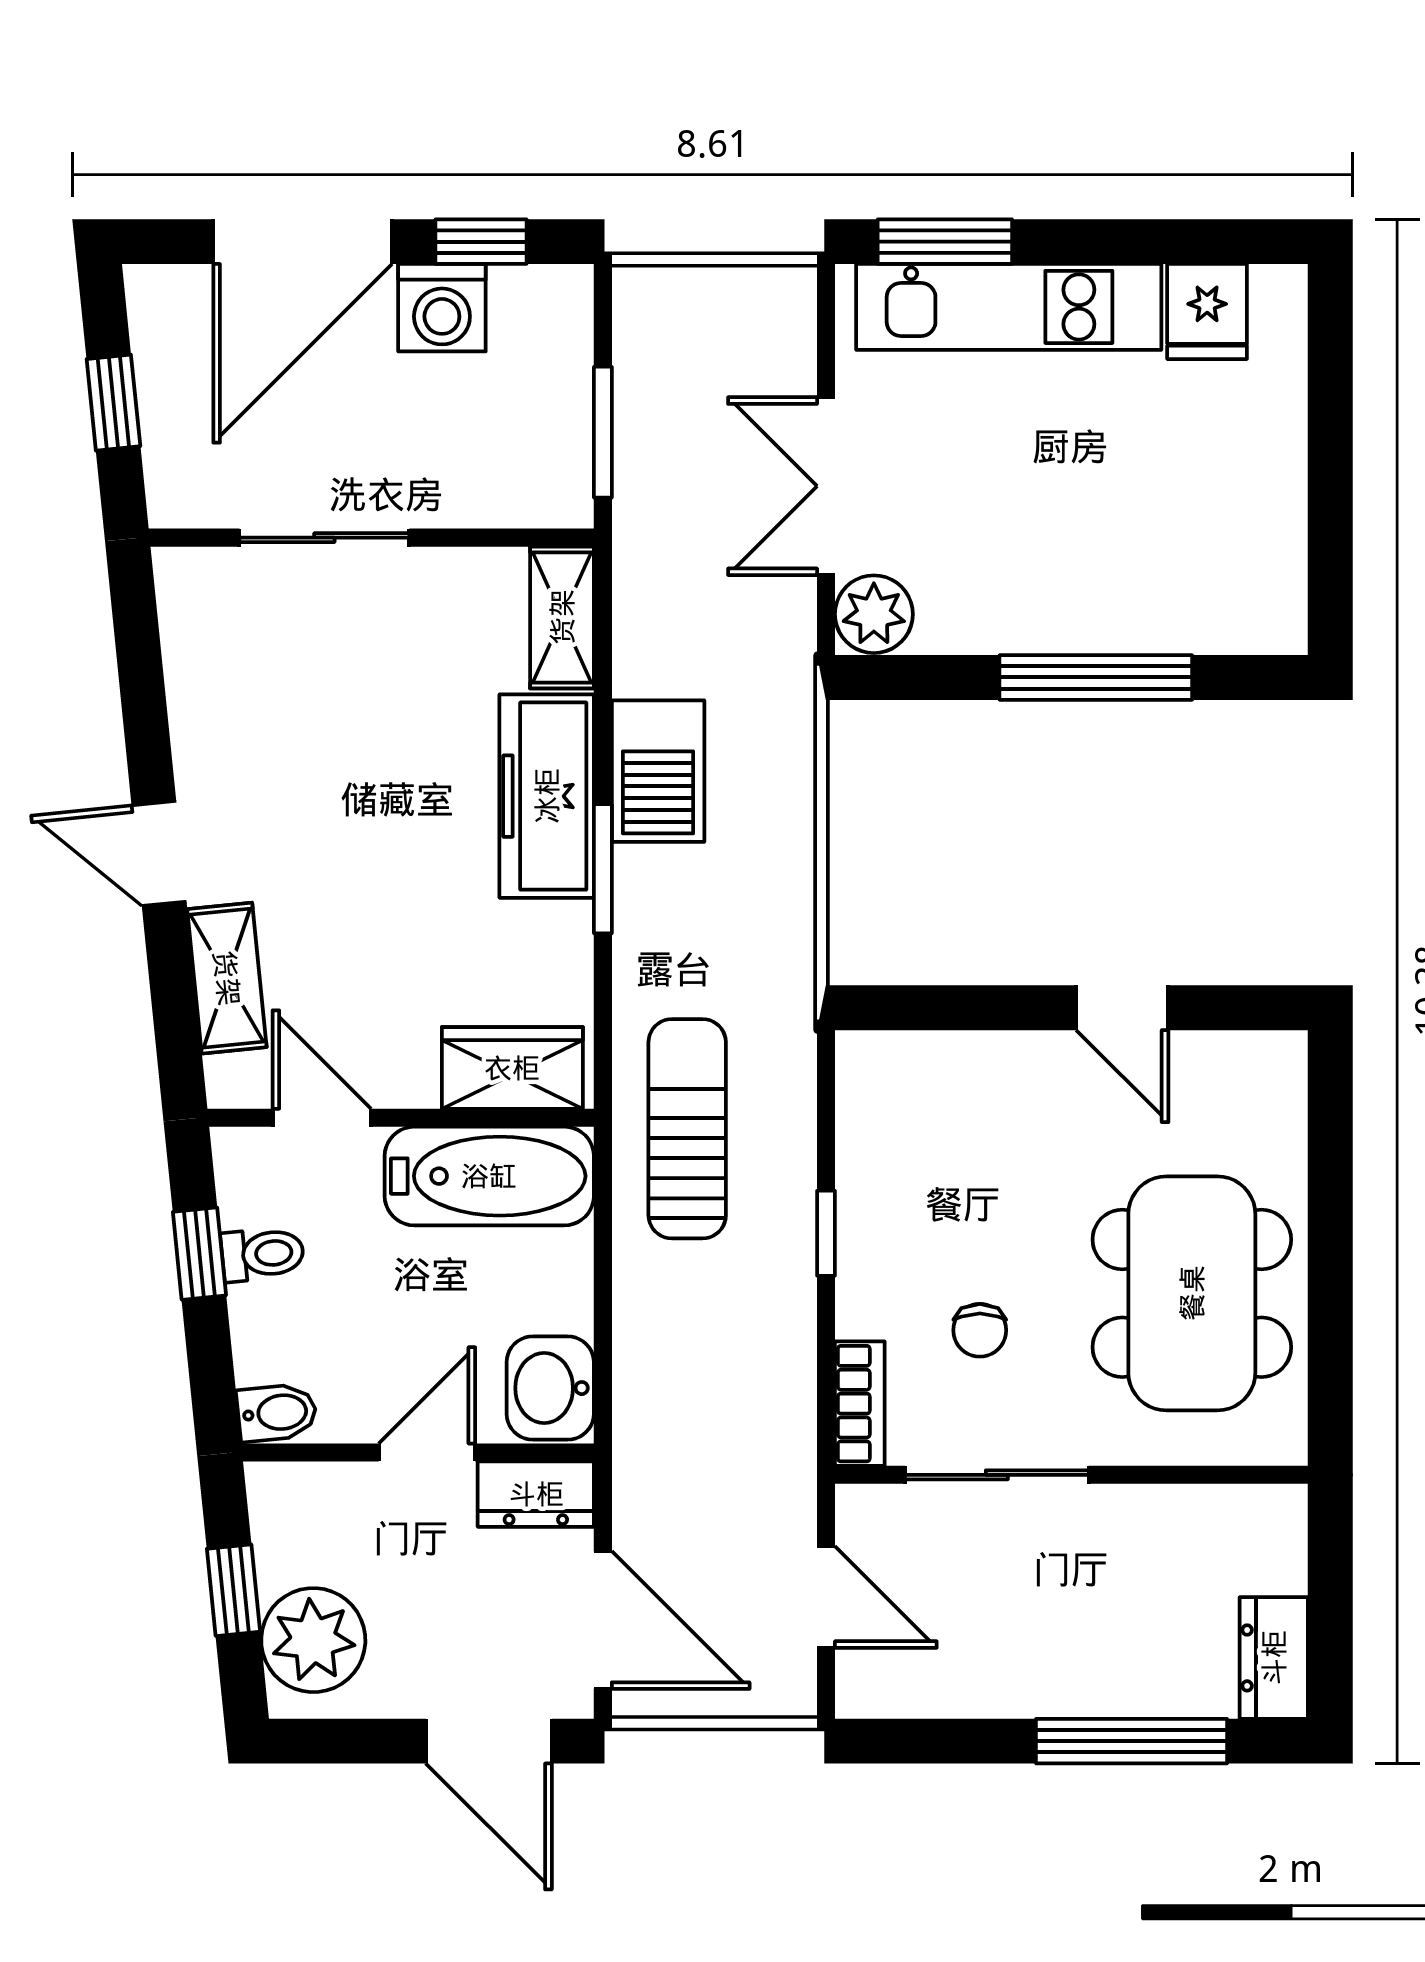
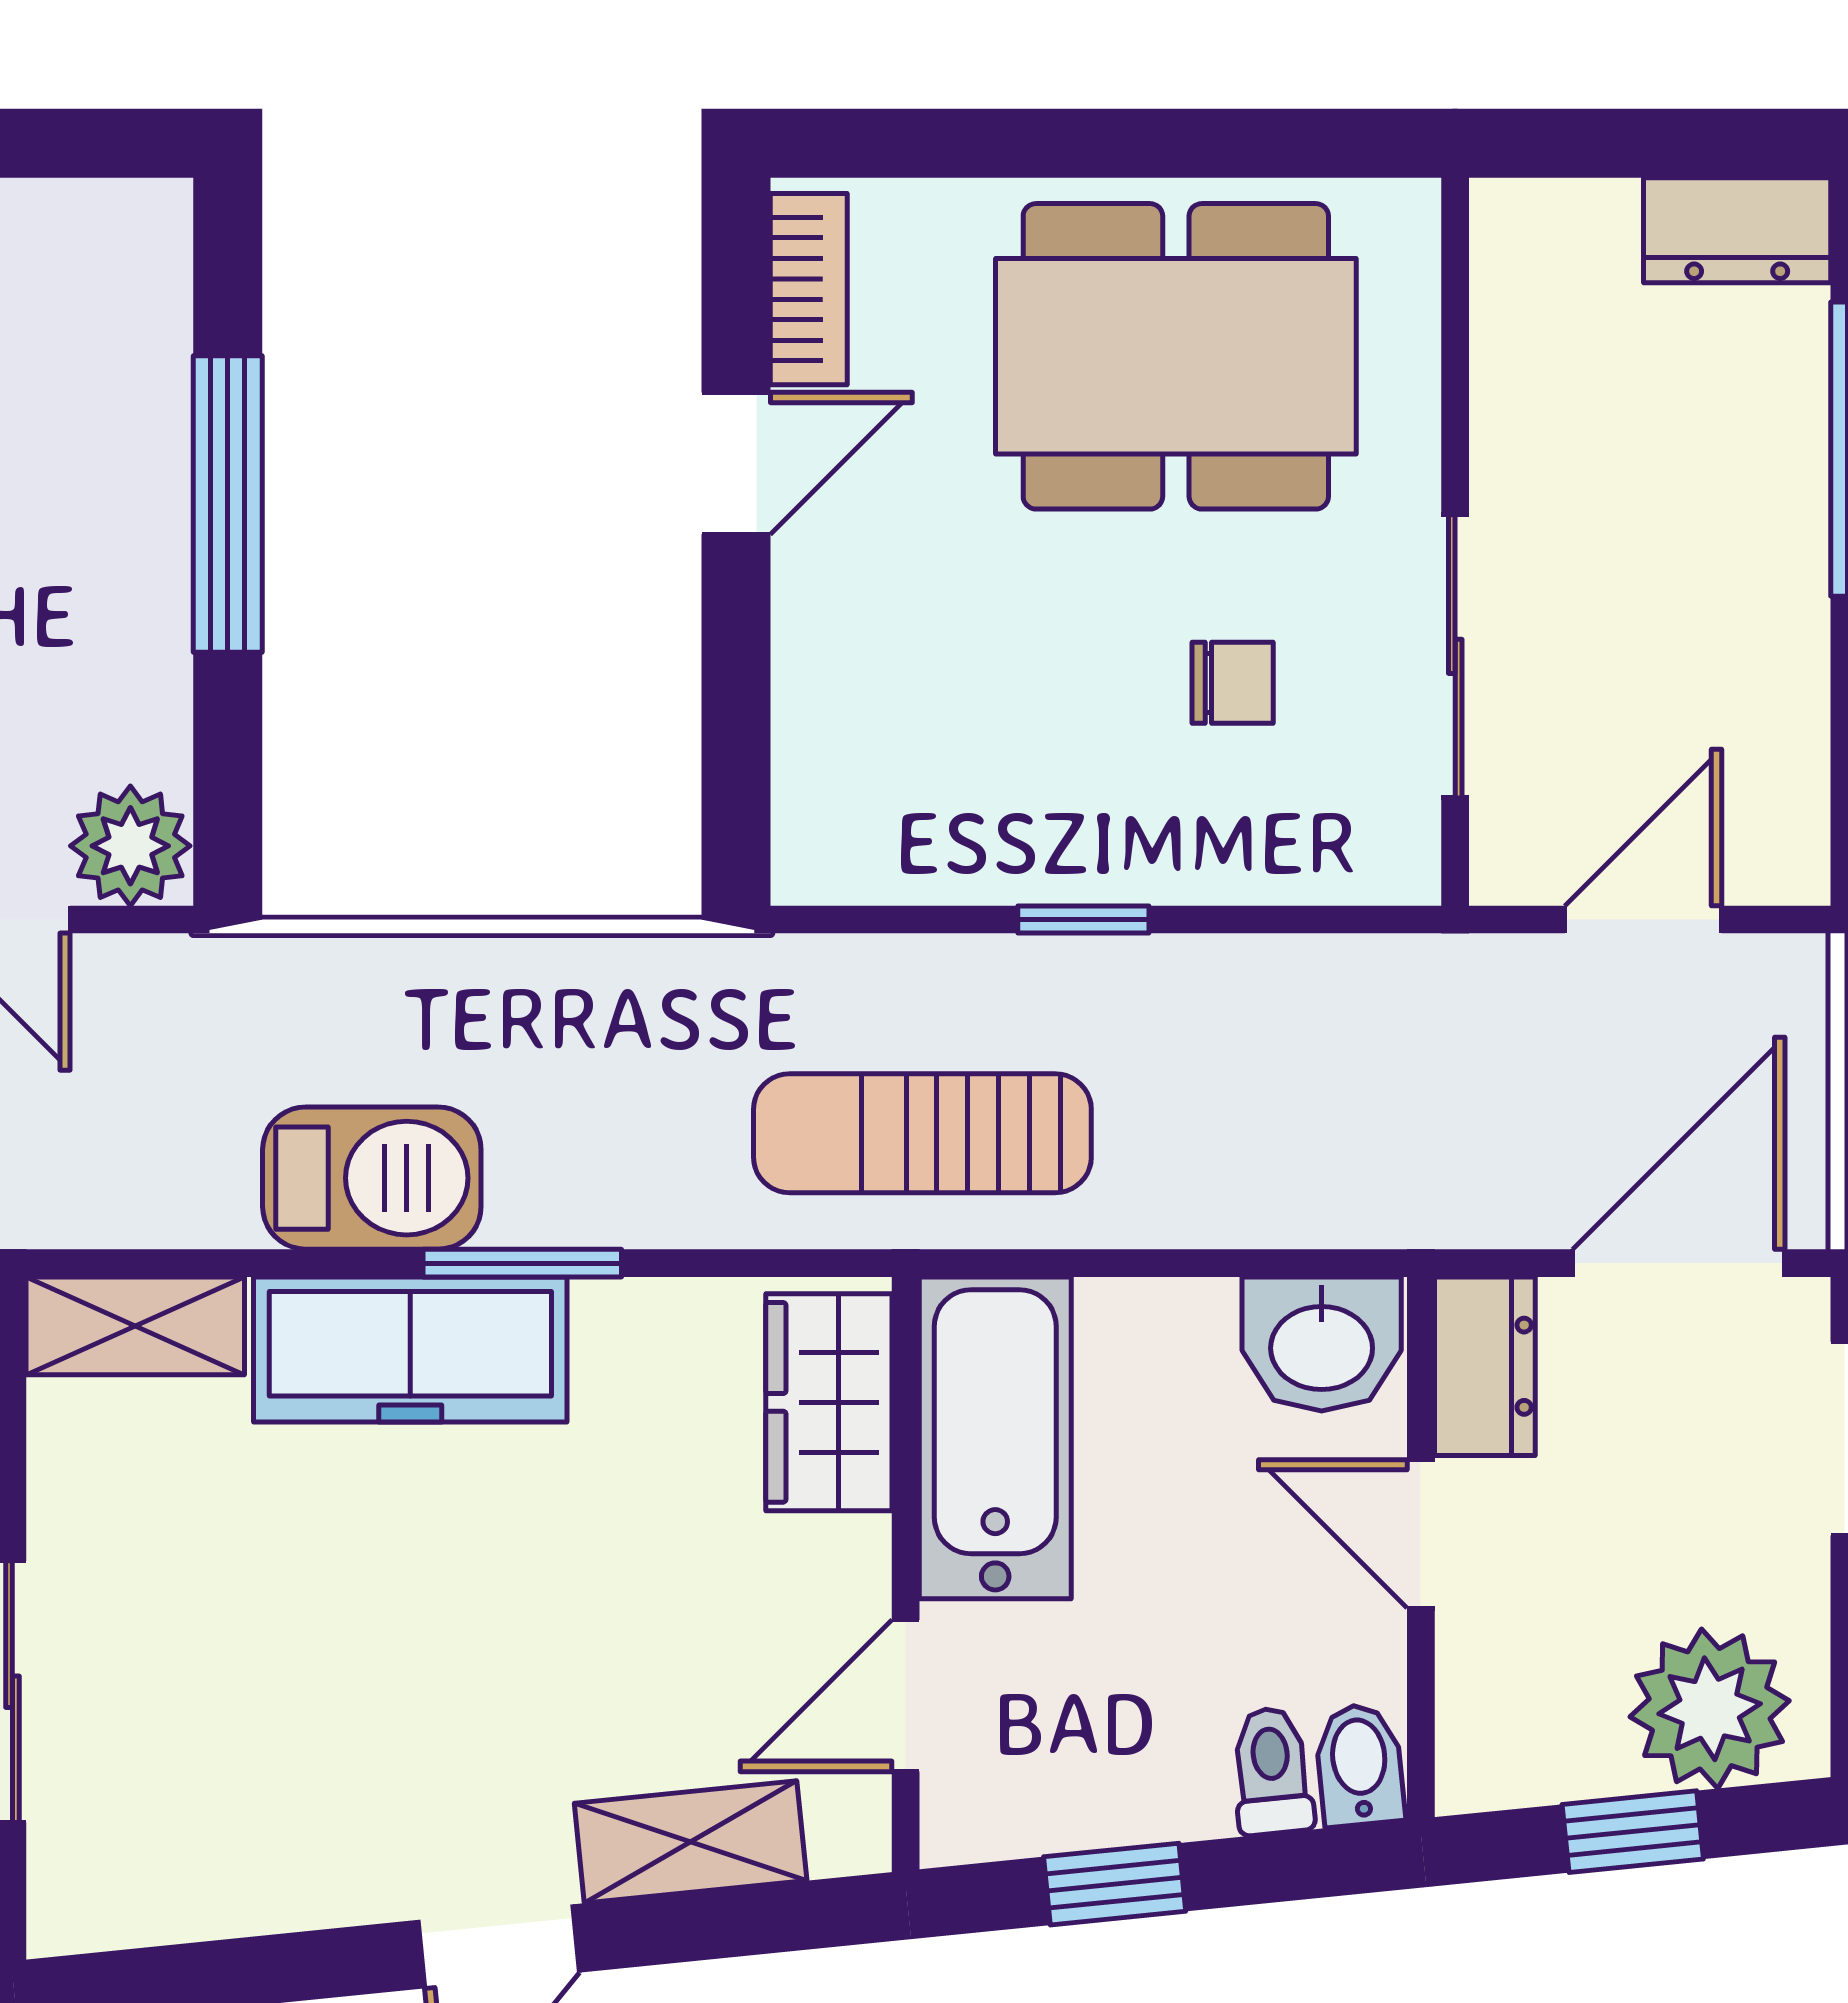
toilet: (263, 1254) -> (1272, 1771), moved
bookcase: (860, 1404) -> (809, 289), moved, turned 90

